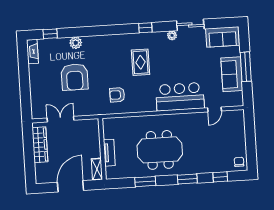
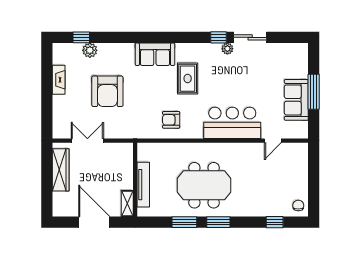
window: (145, 28) -> (218, 37), moved
sofa: (223, 37) -> (155, 54), moved
plant: (76, 43) -> (90, 50), moved
fireplace: (32, 52) -> (59, 80), moved
armchair: (117, 95) -> (171, 120), moved
tv unit: (109, 153) -> (143, 185), width x1.41
window: (187, 179) -> (218, 222), moved
door: (71, 186) -> (94, 222), hinge flipped

